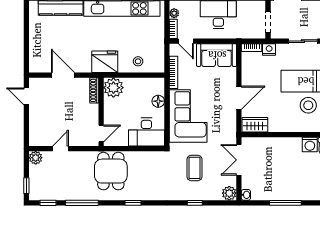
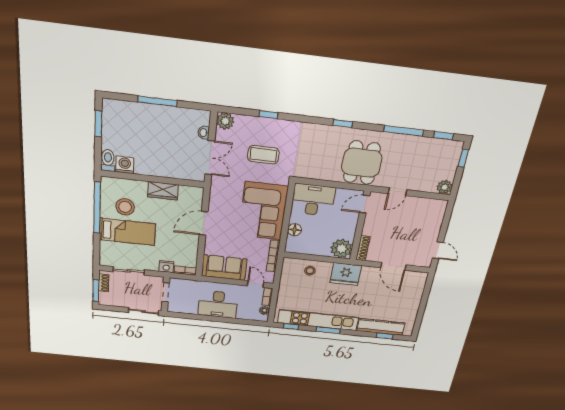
wardrobe: (255, 125) -> (163, 191), moved
door: (60, 149) -> (397, 192), moved
coffee table: (194, 168) -> (263, 155), turned 90
washbasin: (246, 195) -> (204, 133), moved

